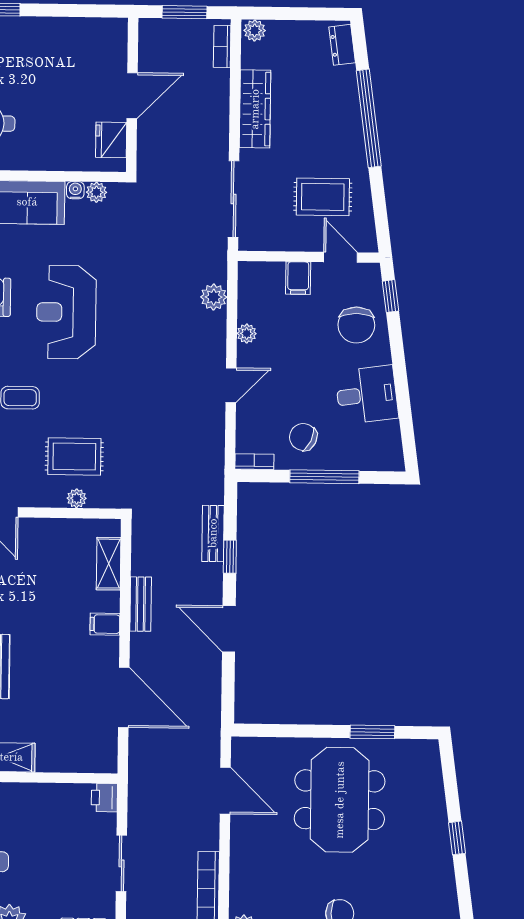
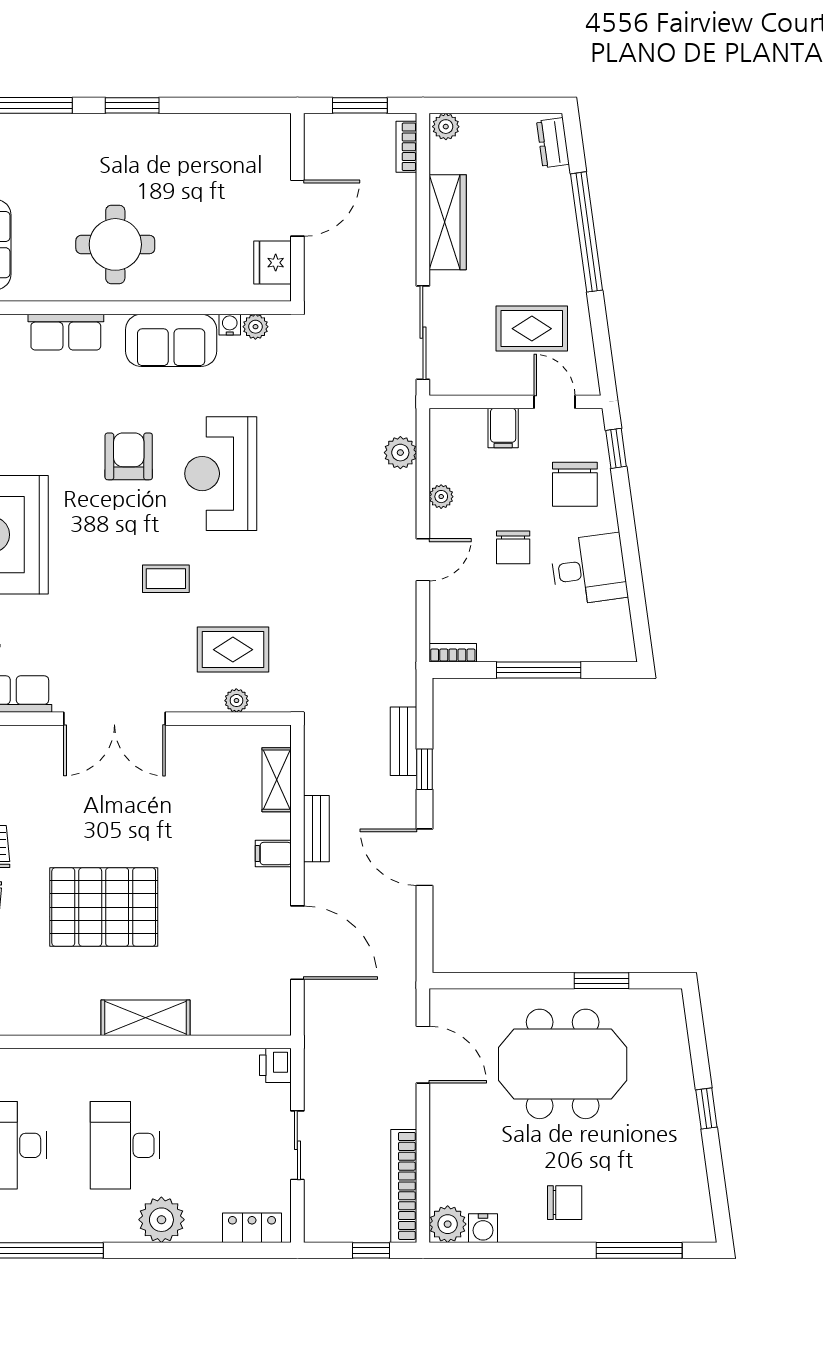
chair: (303, 437) -> (513, 547), moved, turned -115
meeting table: (340, 800) -> (563, 1064), turned 90

